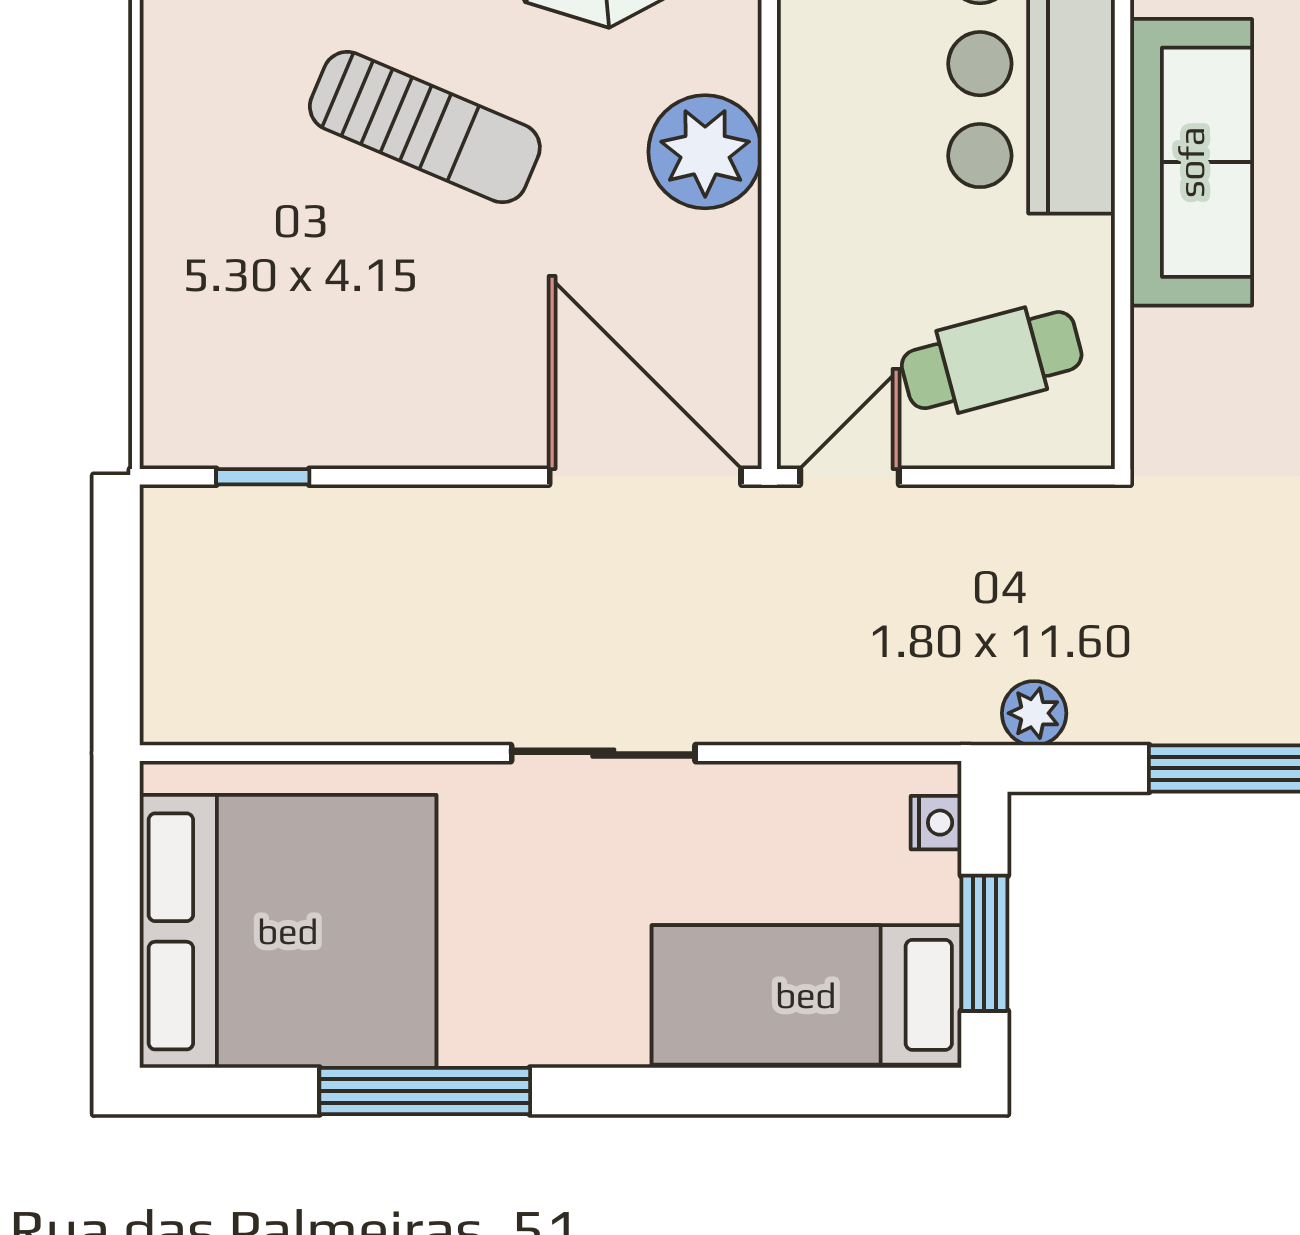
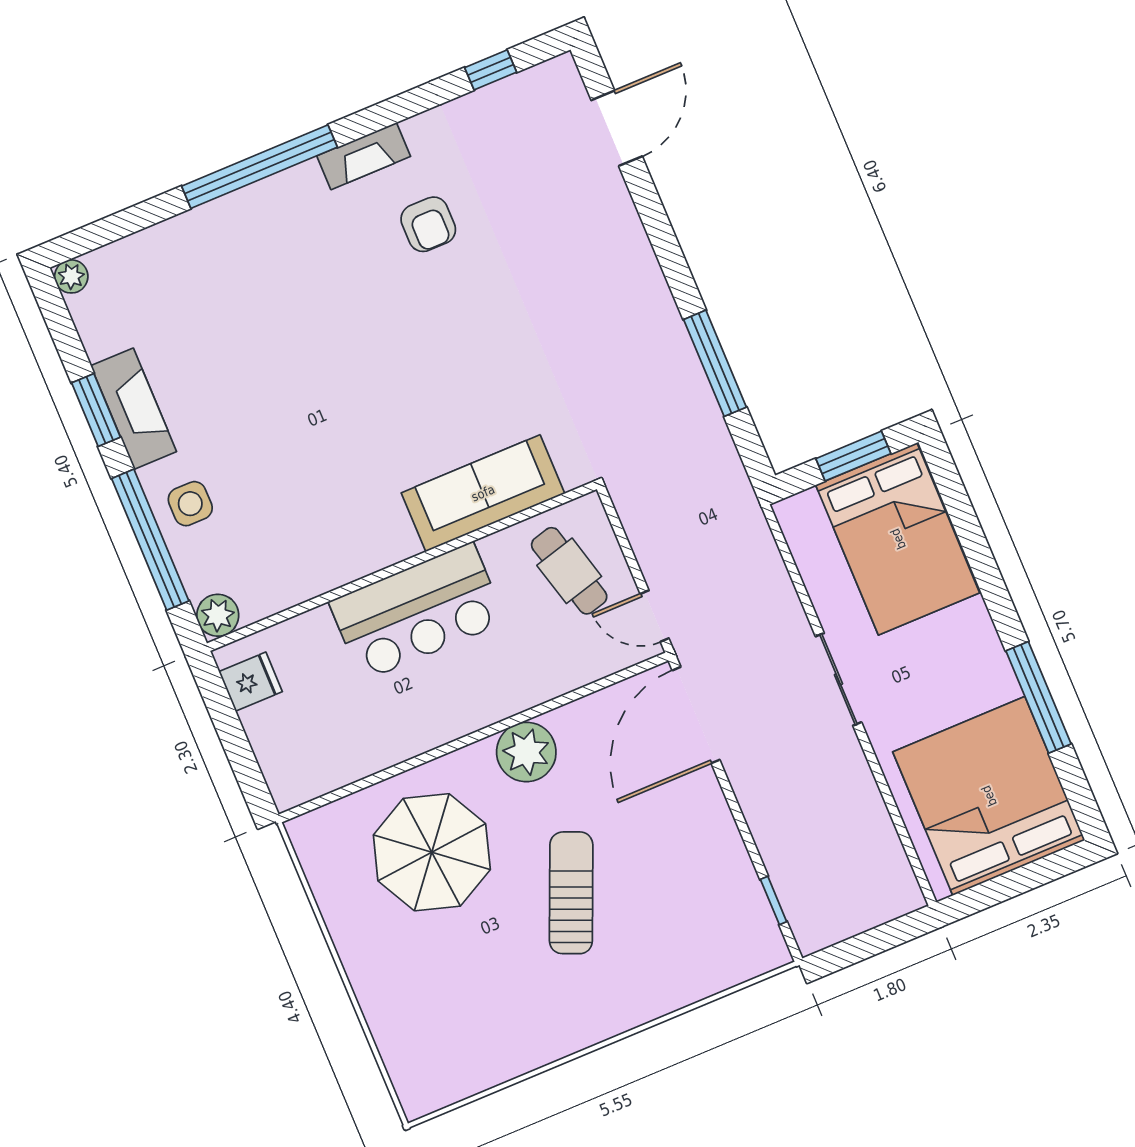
sofa: (1191, 162) -> (483, 493), moved
plant: (1034, 713) -> (732, 479), removed
nightstand: (936, 823) -> (805, 504), removed
bed: (806, 995) -> (898, 539), width x1.50

